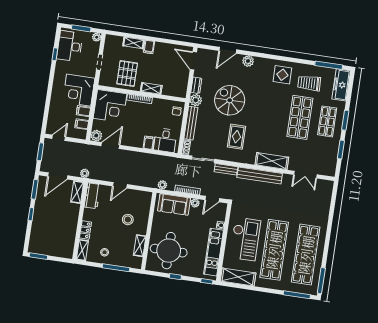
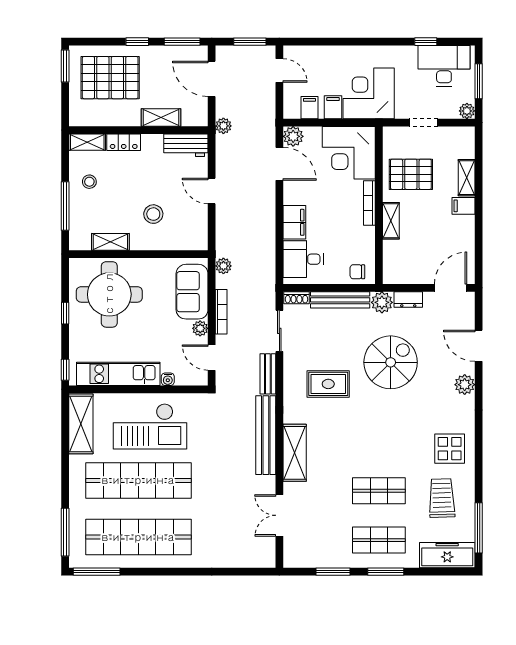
shop shelf: (300, 117) -> (379, 491), width x0.70, depth x0.74
filing cabinet: (149, 143) -> (294, 222), width x2.00
shelving: (77, 192) -> (161, 117), moved
pallet: (49, 232) -> (110, 78), added

